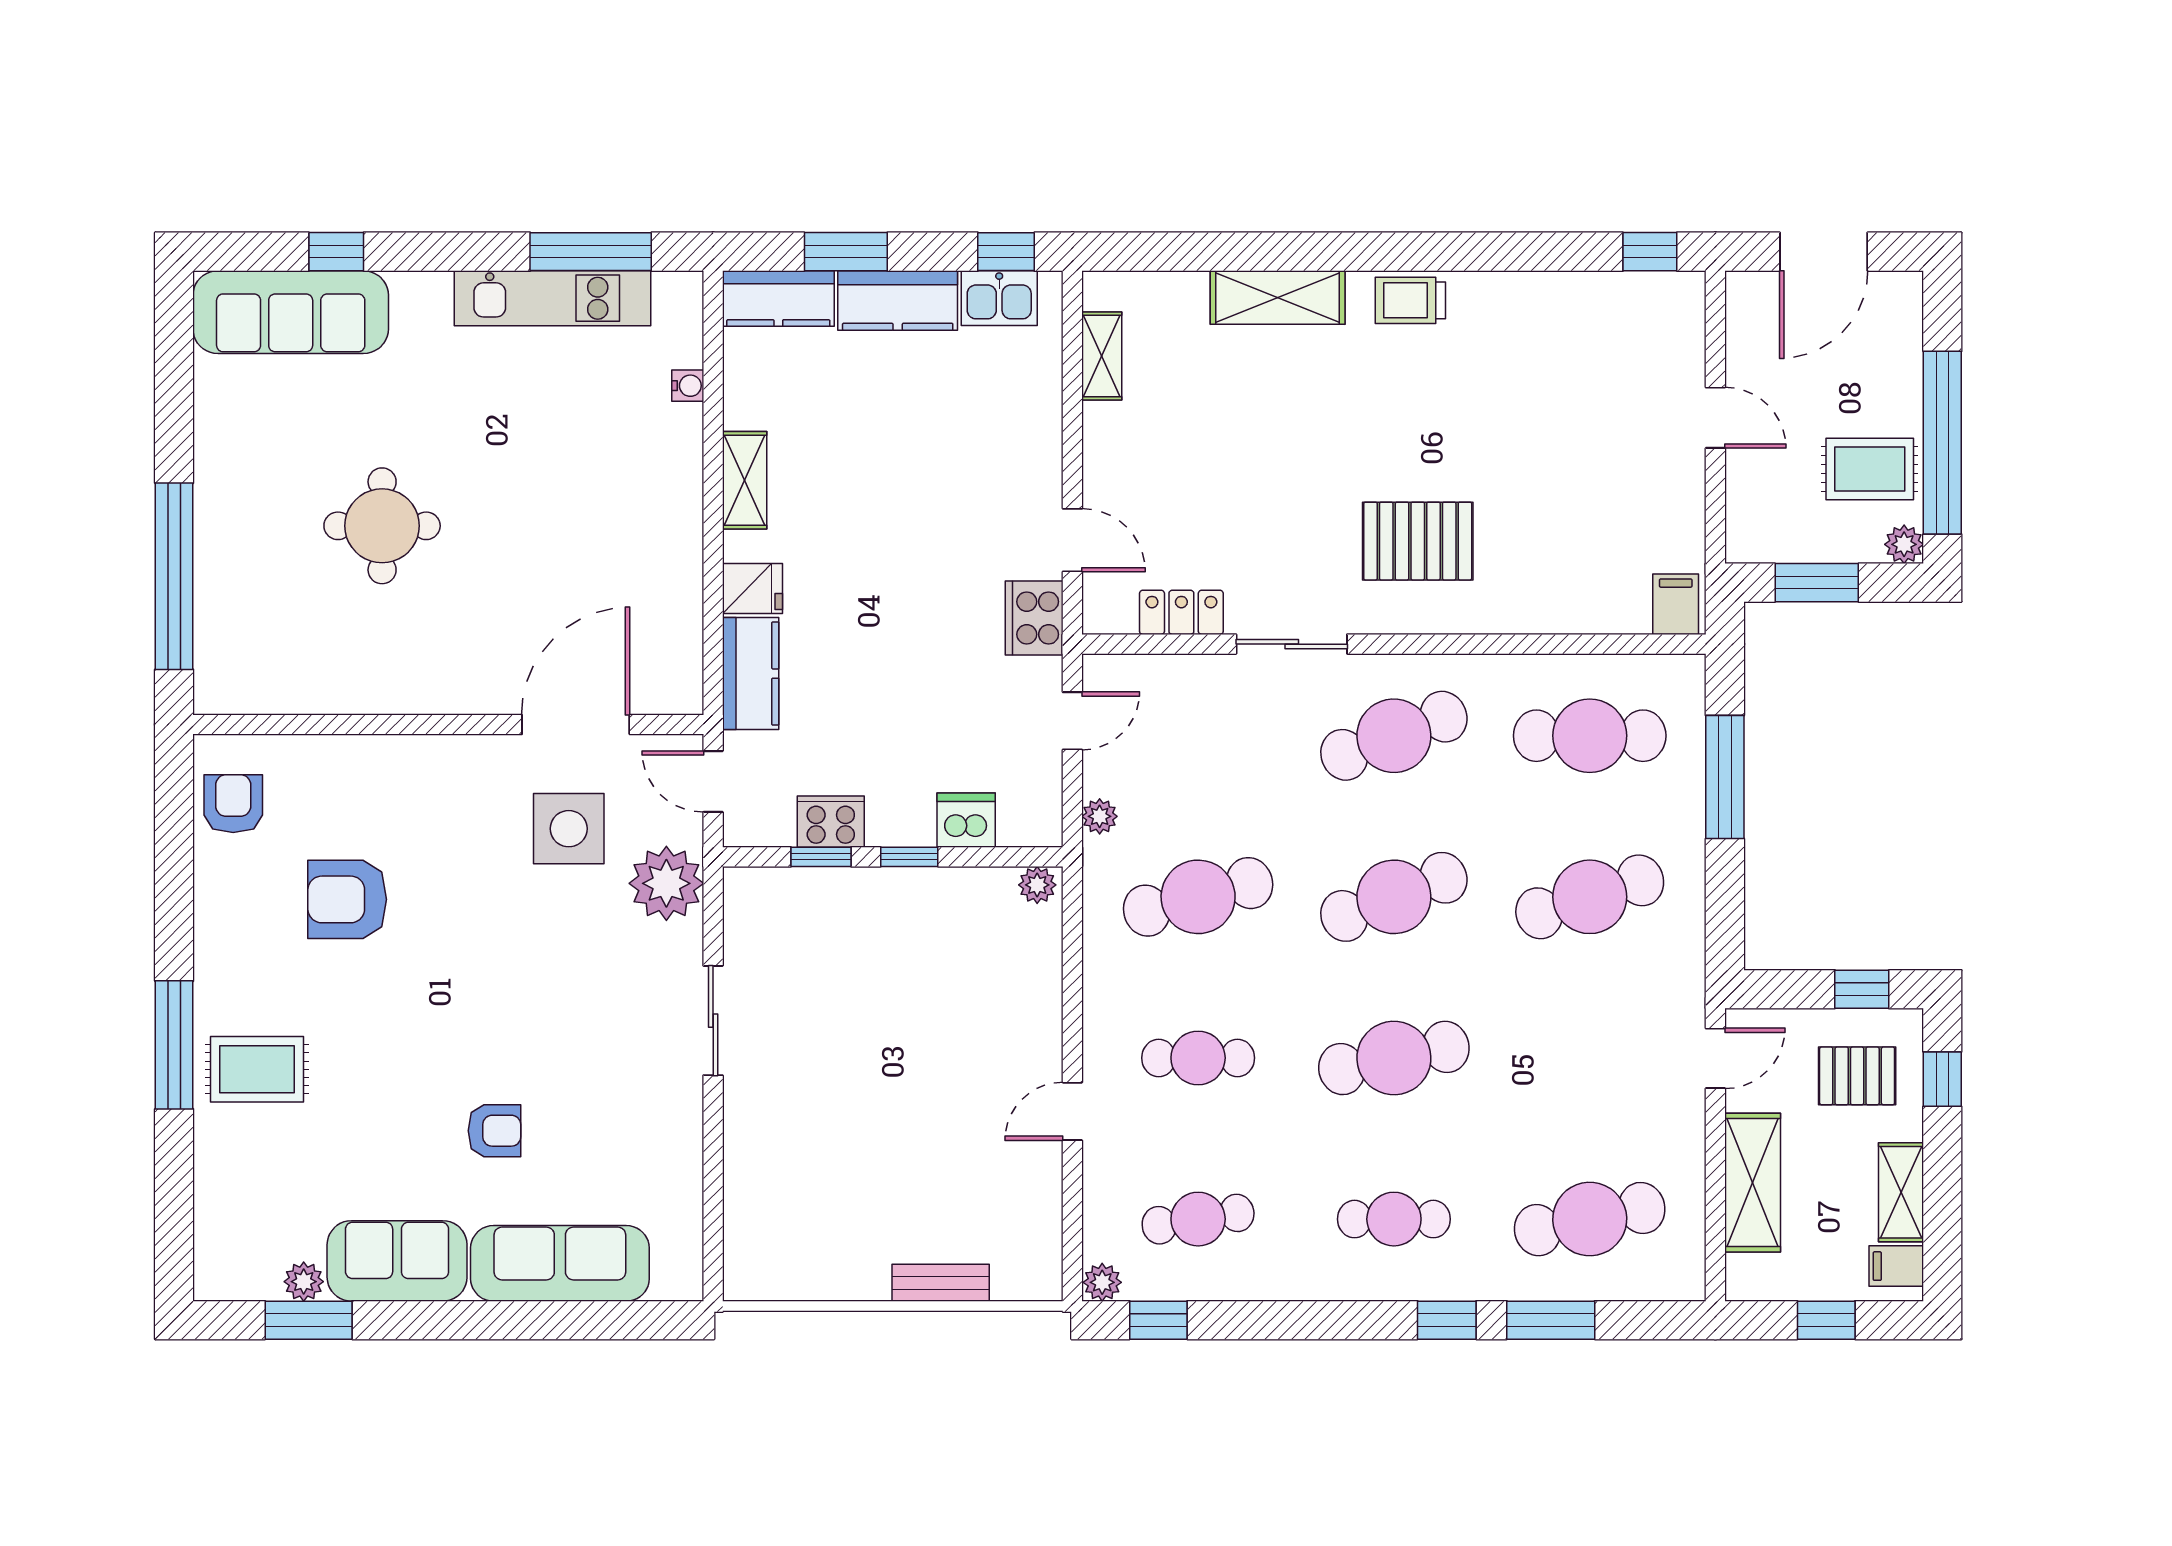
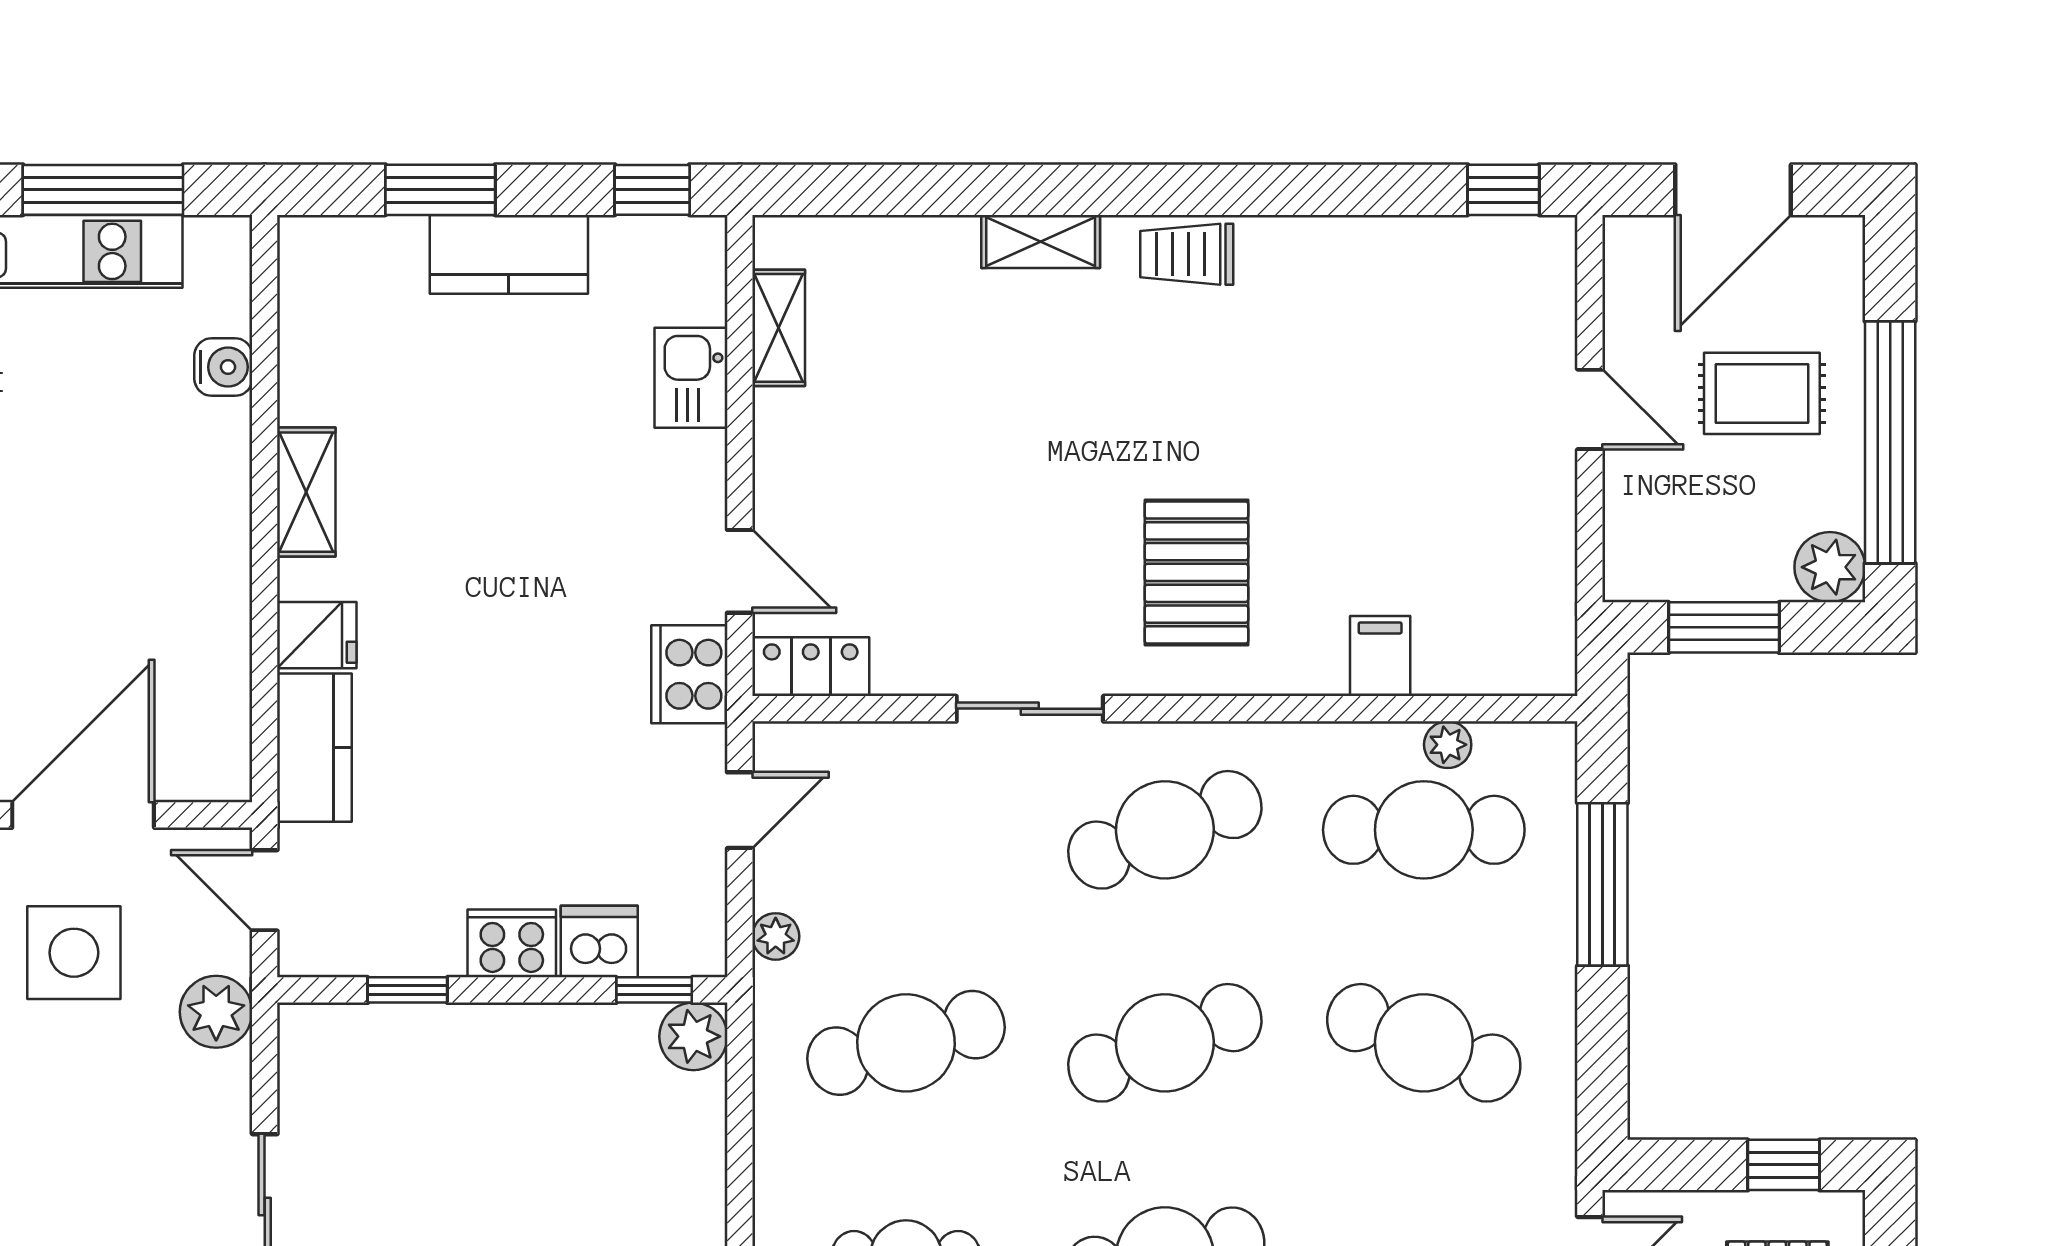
shelving: (1278, 297) -> (1041, 241), width x0.67, depth x0.75
kitchen counter: (778, 298) -> (351, 252), removed
kitchen sink: (999, 298) -> (691, 378), moved, turned 90
water cooler: (688, 386) -> (223, 367), width x1.38, depth x1.38
rug: (1870, 469) -> (1762, 393), moved
pallet: (1418, 541) -> (1196, 572), turned 90
plant: (1904, 544) -> (1830, 567), width x1.38, depth x1.38
filing cabinet: (1676, 604) -> (1380, 656), moved
locker: (1181, 612) -> (811, 667), moved
plant: (1608, 671) -> (1448, 745), added
cooker: (831, 822) -> (512, 943), moved
window: (909, 857) -> (654, 990), moved
plant: (666, 883) -> (216, 1012), width x0.73, depth x0.73
plant: (1037, 885) -> (693, 1036), width x1.38, depth x1.38
cafe table: (1590, 897) -> (1424, 1043), turned 39

